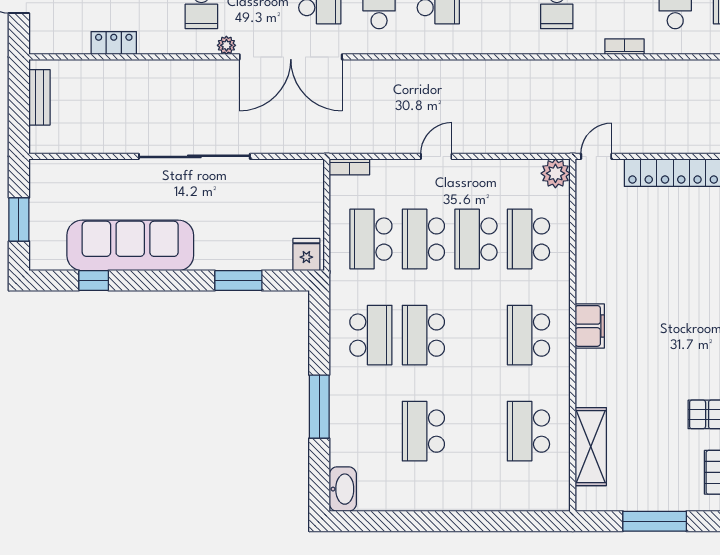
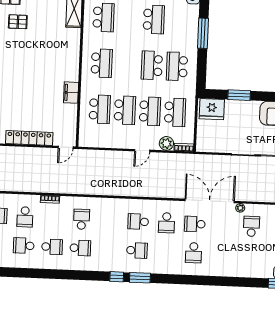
plant: (555, 173) -> (166, 143), moved
fridge: (306, 254) -> (212, 109), width x1.88, depth x1.34
filing cabinet: (590, 326) -> (71, 93), moved
school desk: (423, 335) -> (152, 65), turned 180

